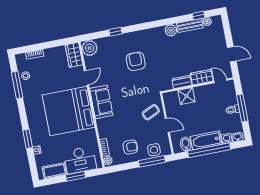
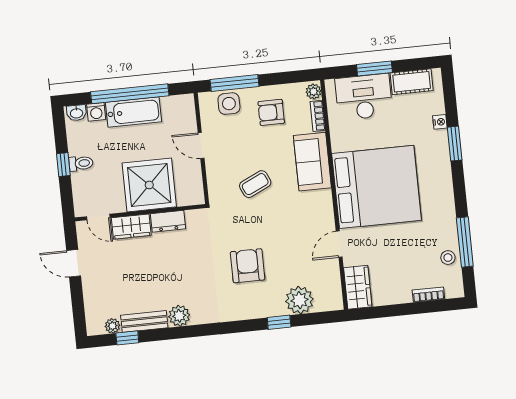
plant: (90, 48) -> (299, 300), moved
armchair: (136, 61) -> (248, 266), turned 180
shower: (186, 96) -> (149, 185), width x1.86, depth x1.86
sofa: (101, 102) -> (312, 162), moved
window: (242, 108) -> (63, 165), width x0.46
coffee table: (151, 112) -> (255, 184), moved
bidet: (186, 144) -> (171, 108), removed

